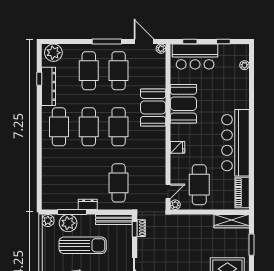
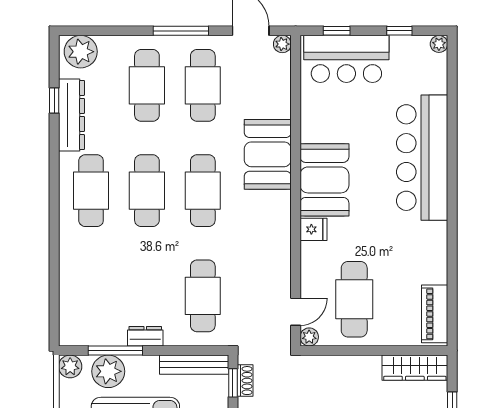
plant: (244, 65) -> (439, 44), moved
booth: (183, 104) -> (324, 180), moved
bar counter: (235, 143) -> (422, 158), moved

